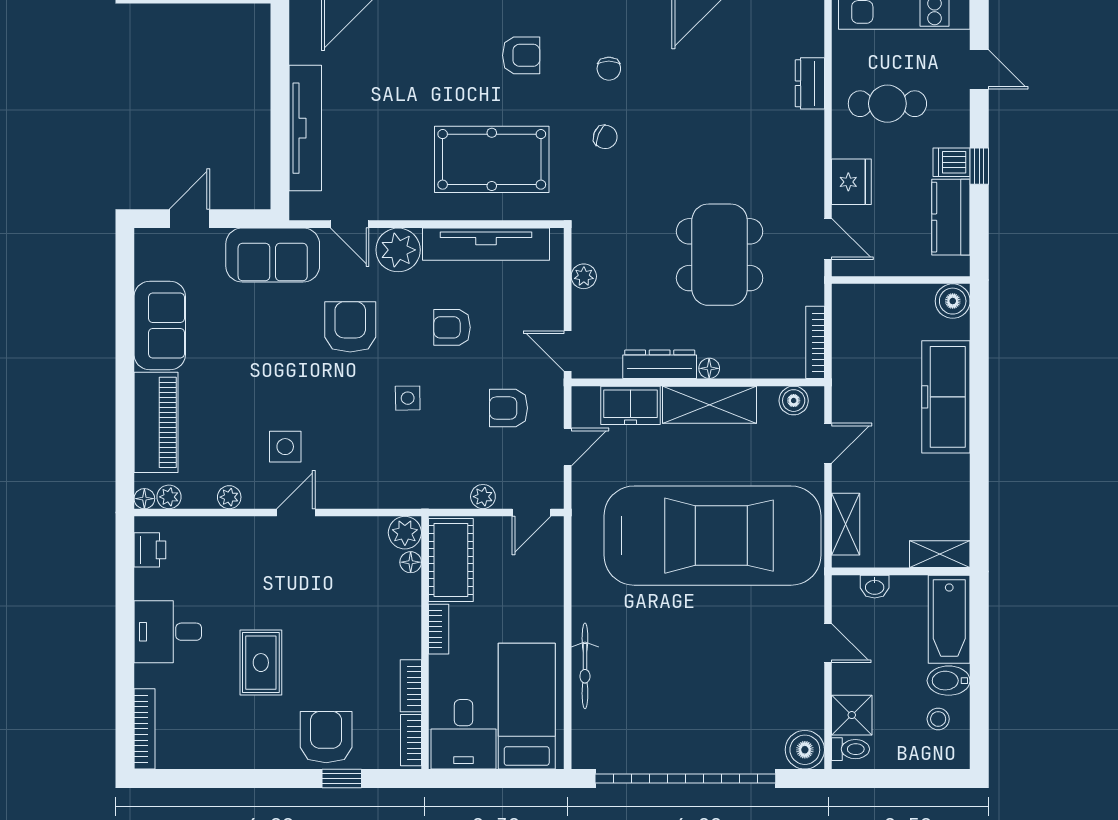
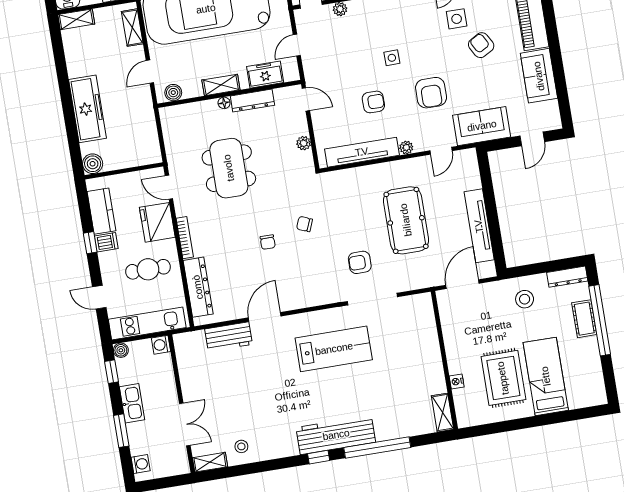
chair: (609, 69) -> (268, 242), moved, turned 180
dresser: (810, 83) -> (198, 287), width x1.96, depth x1.24
tv unit: (305, 128) -> (479, 226), moved
pool table: (492, 159) -> (406, 220), moved, turned 90
fridge: (851, 182) -> (157, 222), width x1.36, depth x1.34
door: (350, 224) -> (441, 151), swing flipped
plant: (398, 250) -> (406, 147), width x0.53, depth x0.53
bookcase: (815, 342) -> (185, 238), moved
shelving: (709, 405) -> (221, 85), width x0.67, depth x0.75
armchair: (508, 408) -> (481, 45), moved, turned -119

